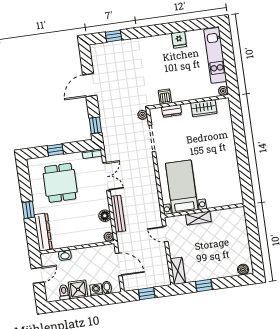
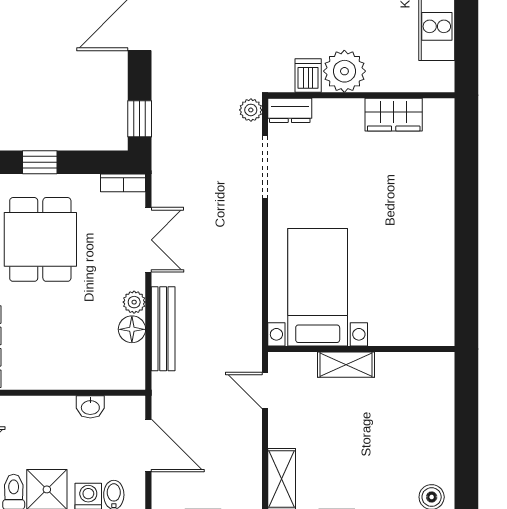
plant: (223, 91) -> (344, 71), moved, width x1.88, depth x1.88
dresser: (172, 111) -> (290, 110), moved
plant: (109, 237) -> (134, 302), moved
washbasin: (65, 255) -> (90, 407), moved

